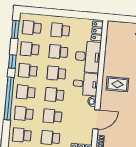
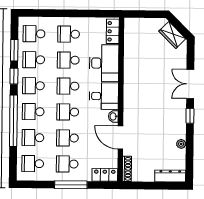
window: (15, 30) -> (14, 50), moved
rug: (117, 84) -> (142, 93), removed
door: (96, 119) -> (120, 138), swing flipped

